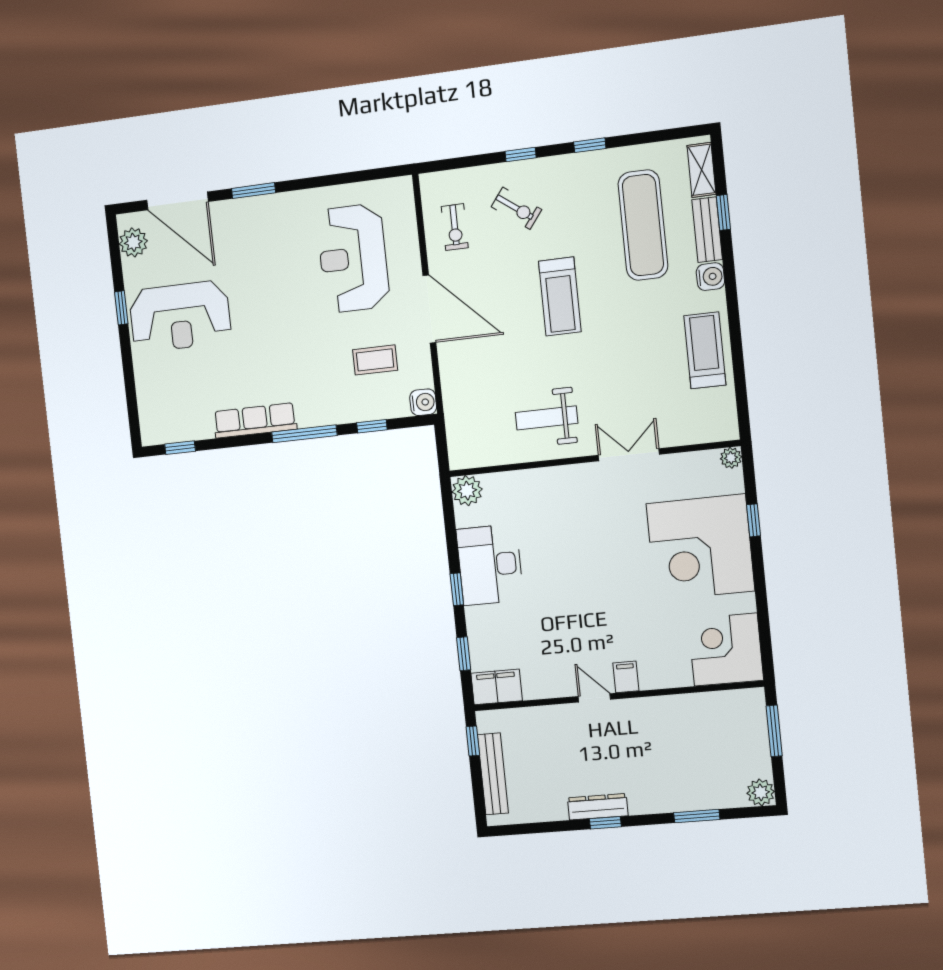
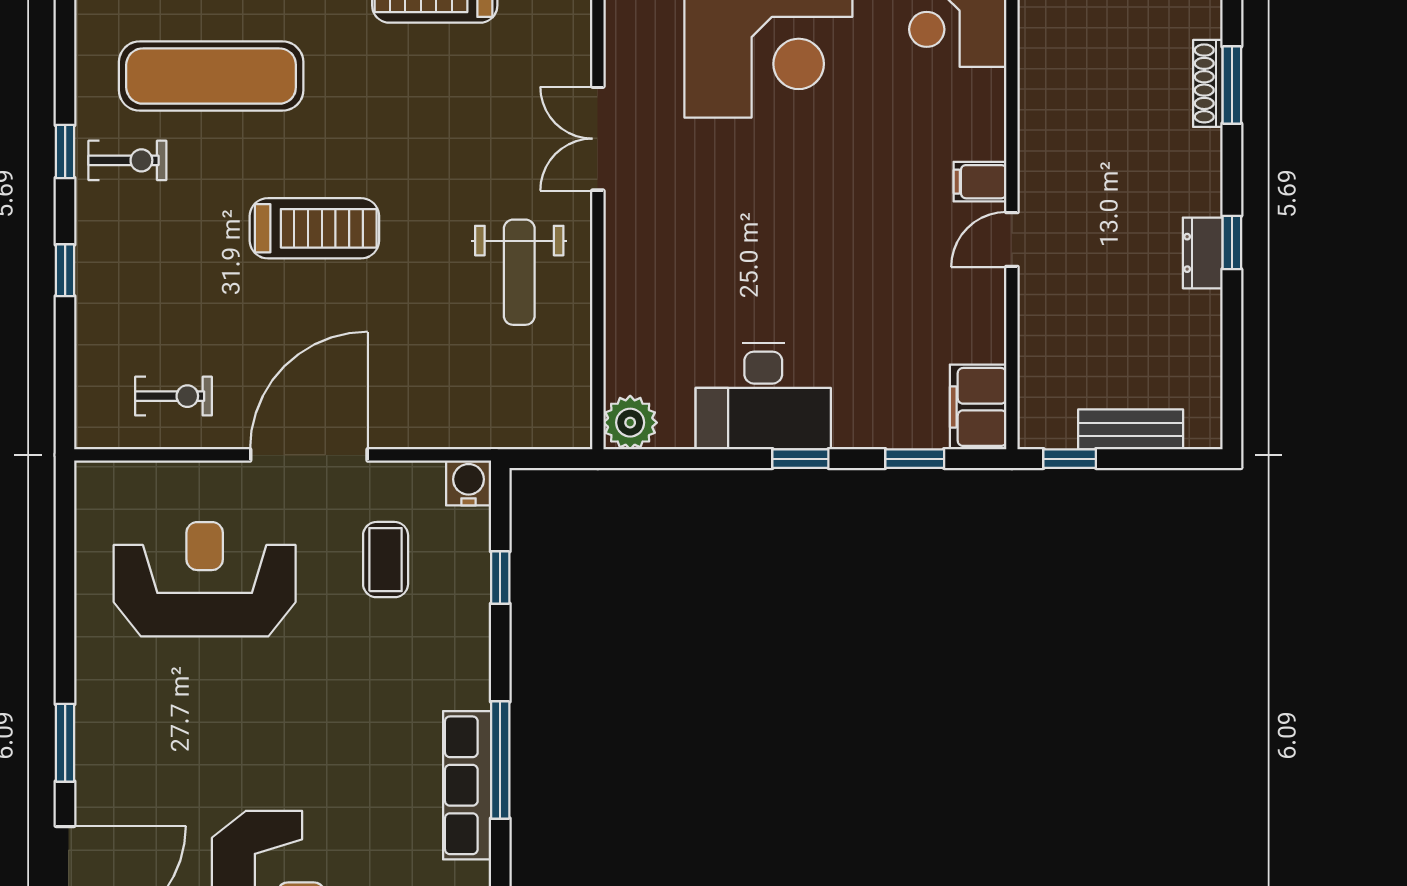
exercise bike: (516, 208) -> (127, 160), moved, turned 53
reception desk: (353, 258) -> (205, 579), turned 180
window: (304, 434) -> (500, 760), moved
bench: (493, 774) -> (1131, 429), width x0.73
shoe rack: (696, 802) -> (1208, 83), added
dresser: (598, 807) -> (1203, 253), width x0.70

